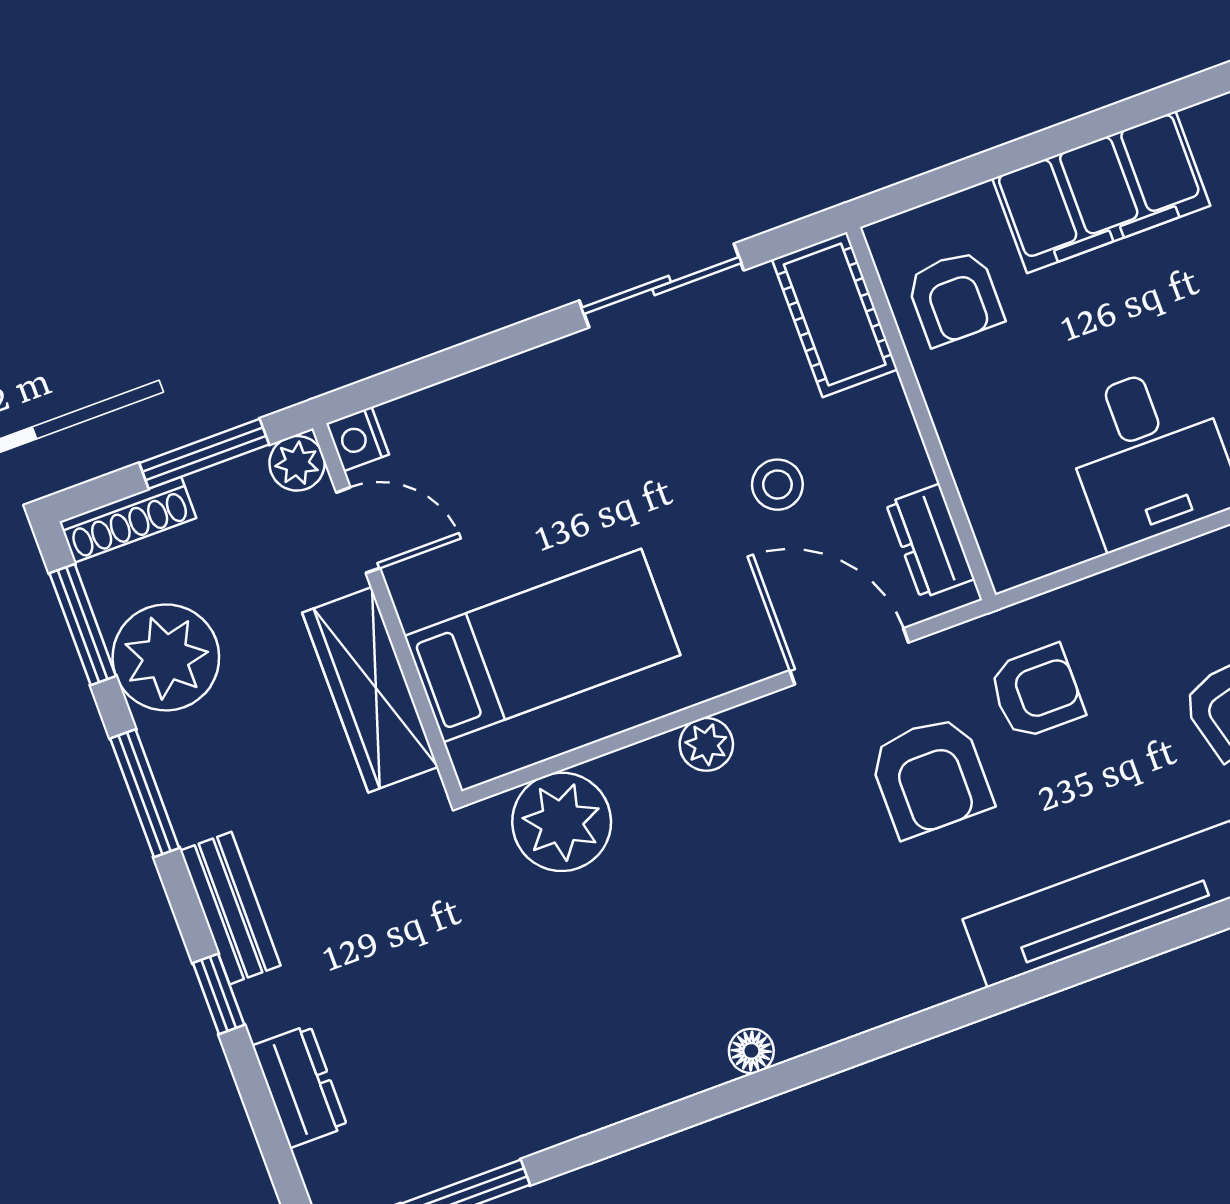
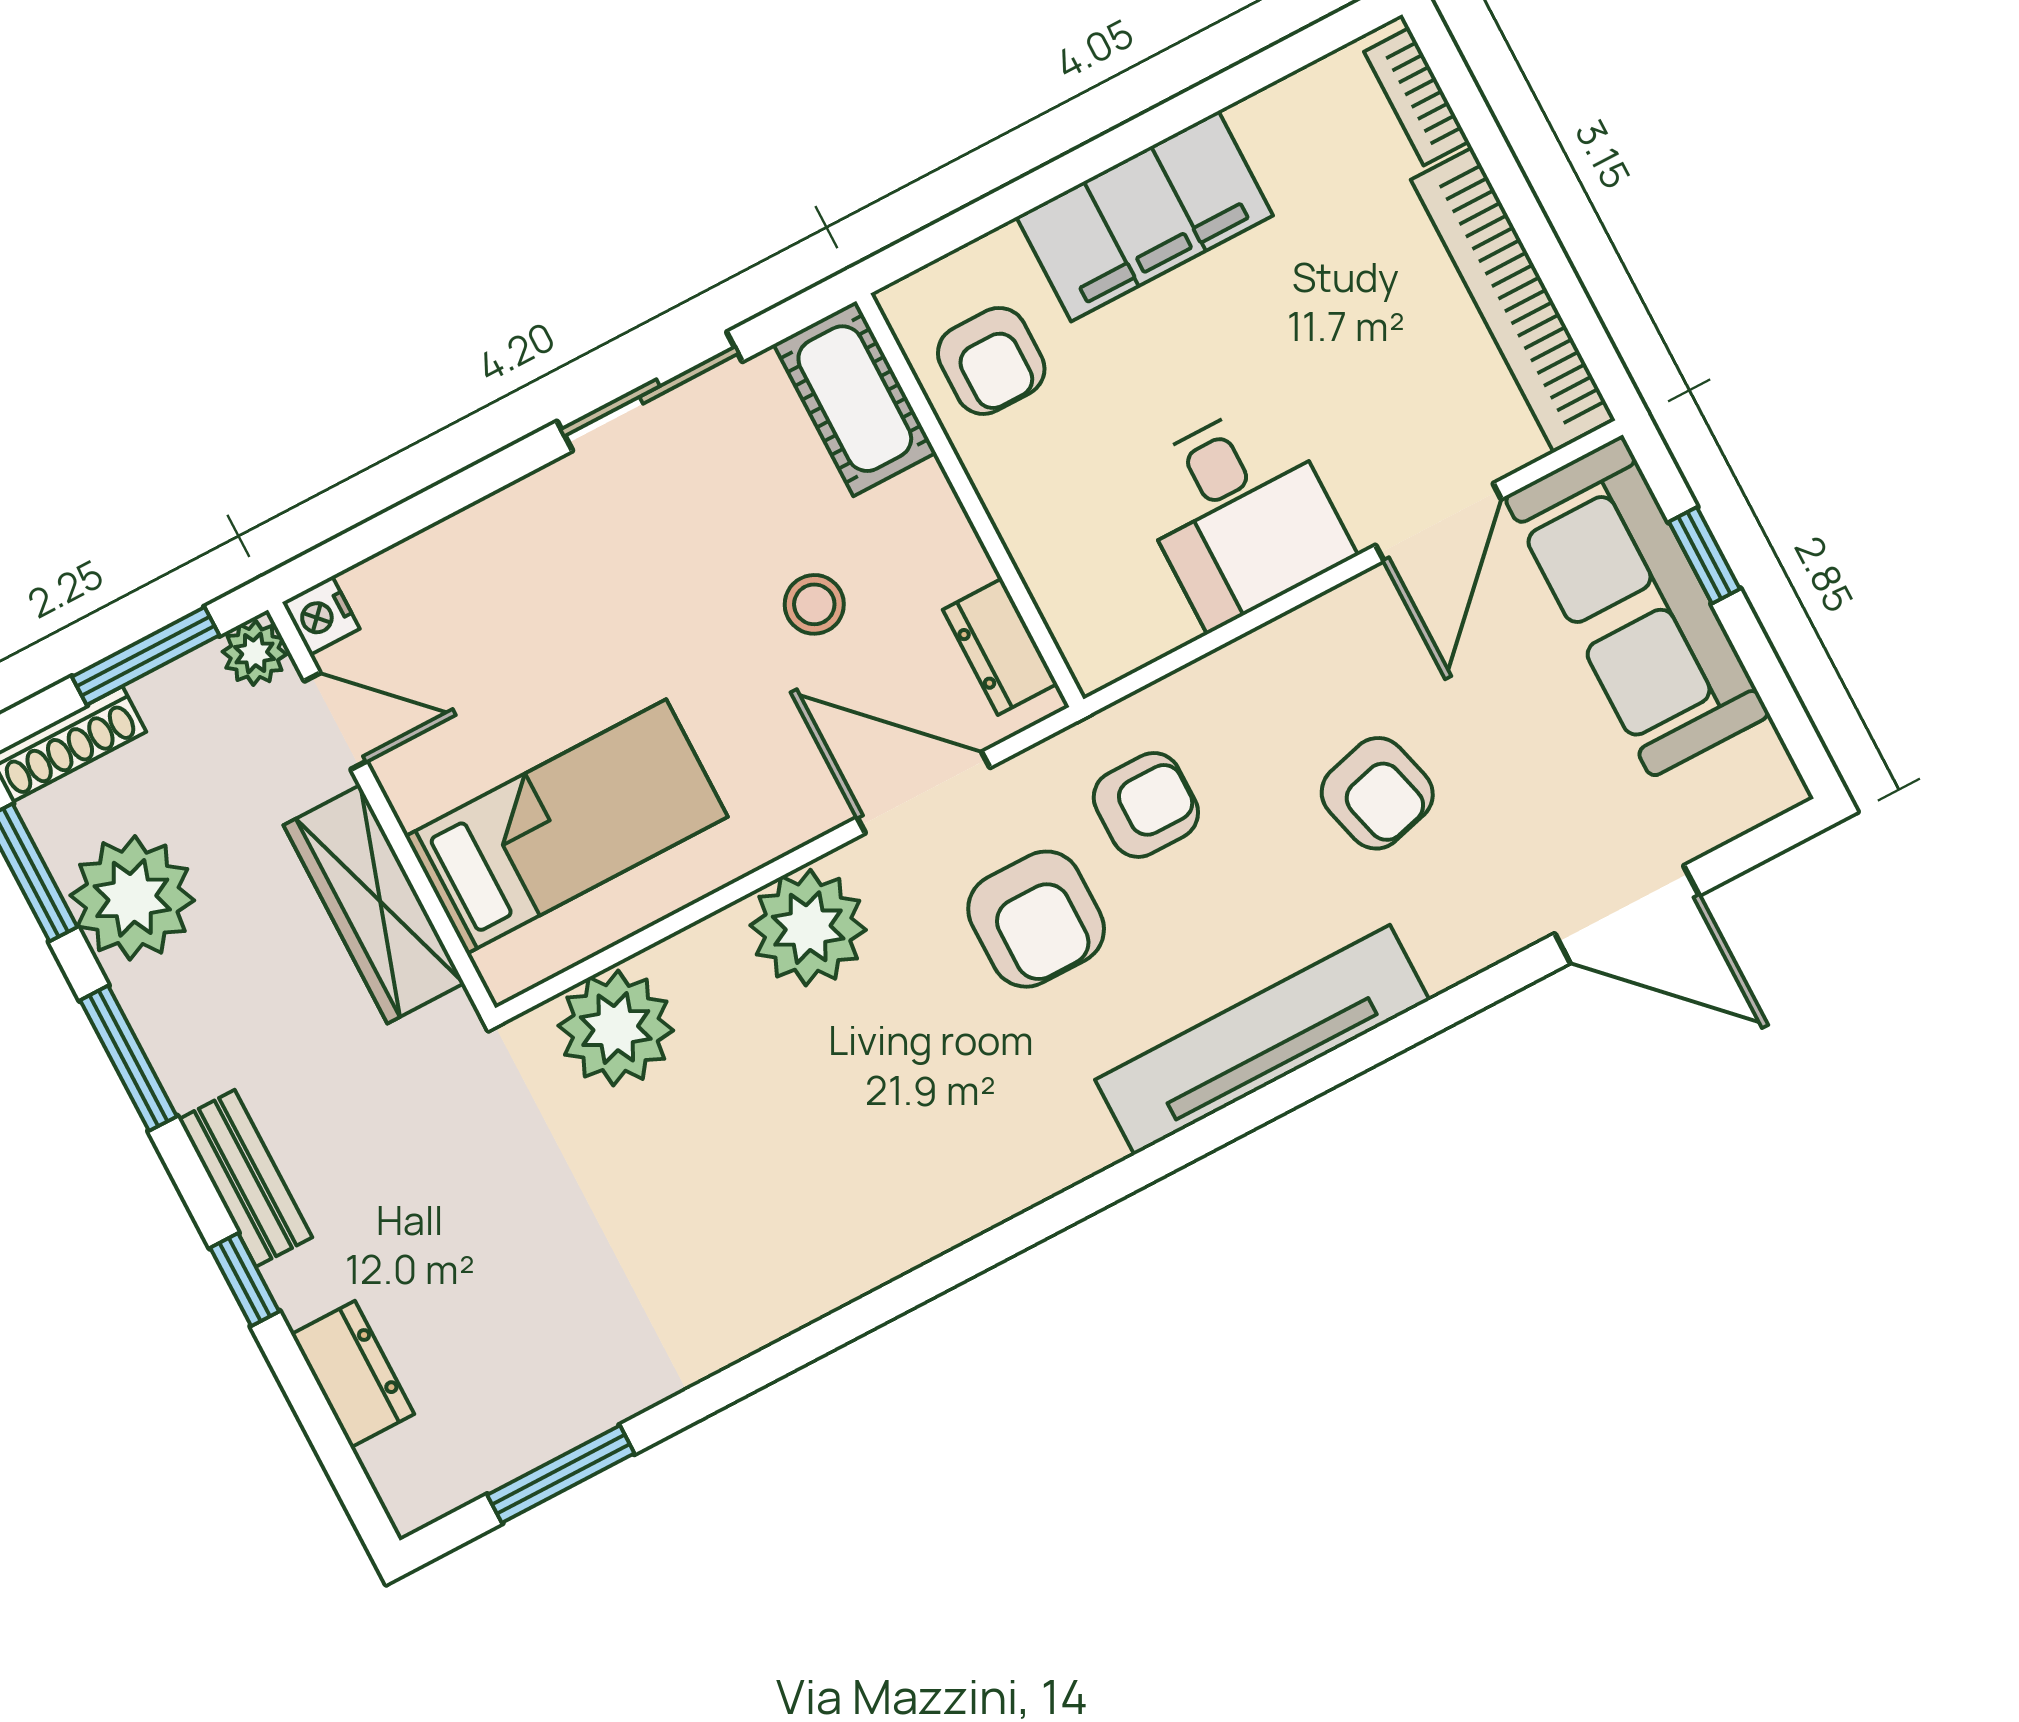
plant: (706, 744) -> (808, 928), width x1.87, depth x1.87
floor lamp: (751, 1051) -> (870, 1264), removed

